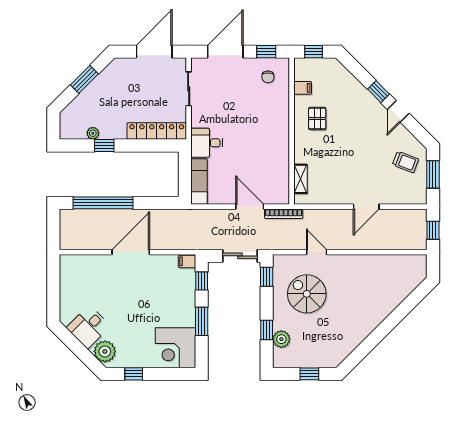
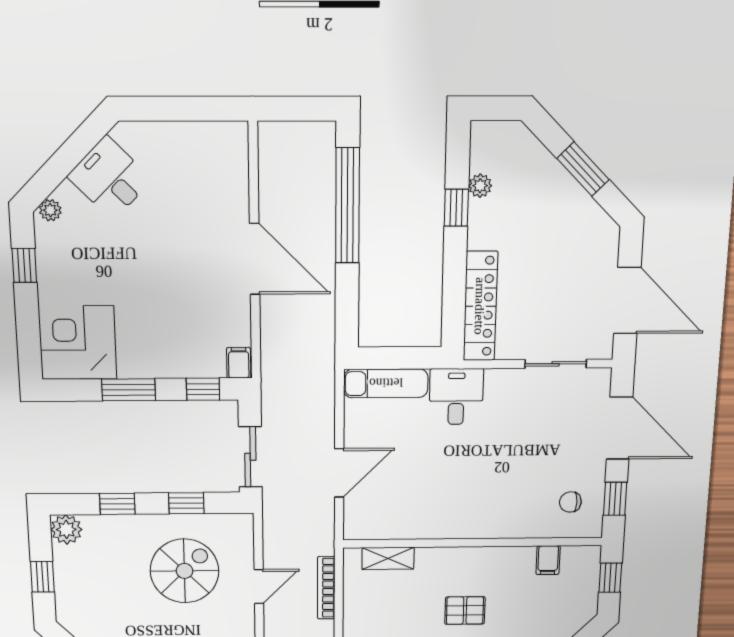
pallet: (317, 118) -> (465, 611), moved
bookcase: (284, 214) -> (326, 588), moved
window: (267, 277) -> (186, 503), moved
plant: (281, 339) -> (66, 530), moved
plant: (105, 351) -> (50, 210), width x0.53, depth x0.53

